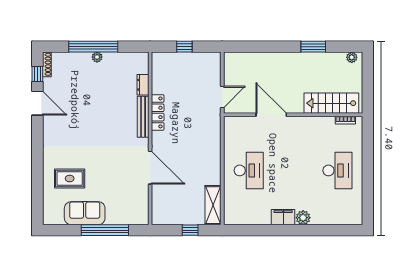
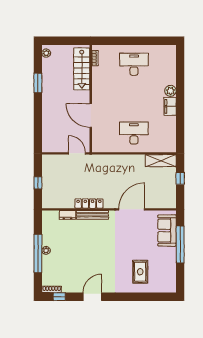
door: (37, 103) -> (92, 297), moved
door: (271, 115) -> (91, 116), hinge flipped
sofa: (85, 213) -> (167, 231), moved

